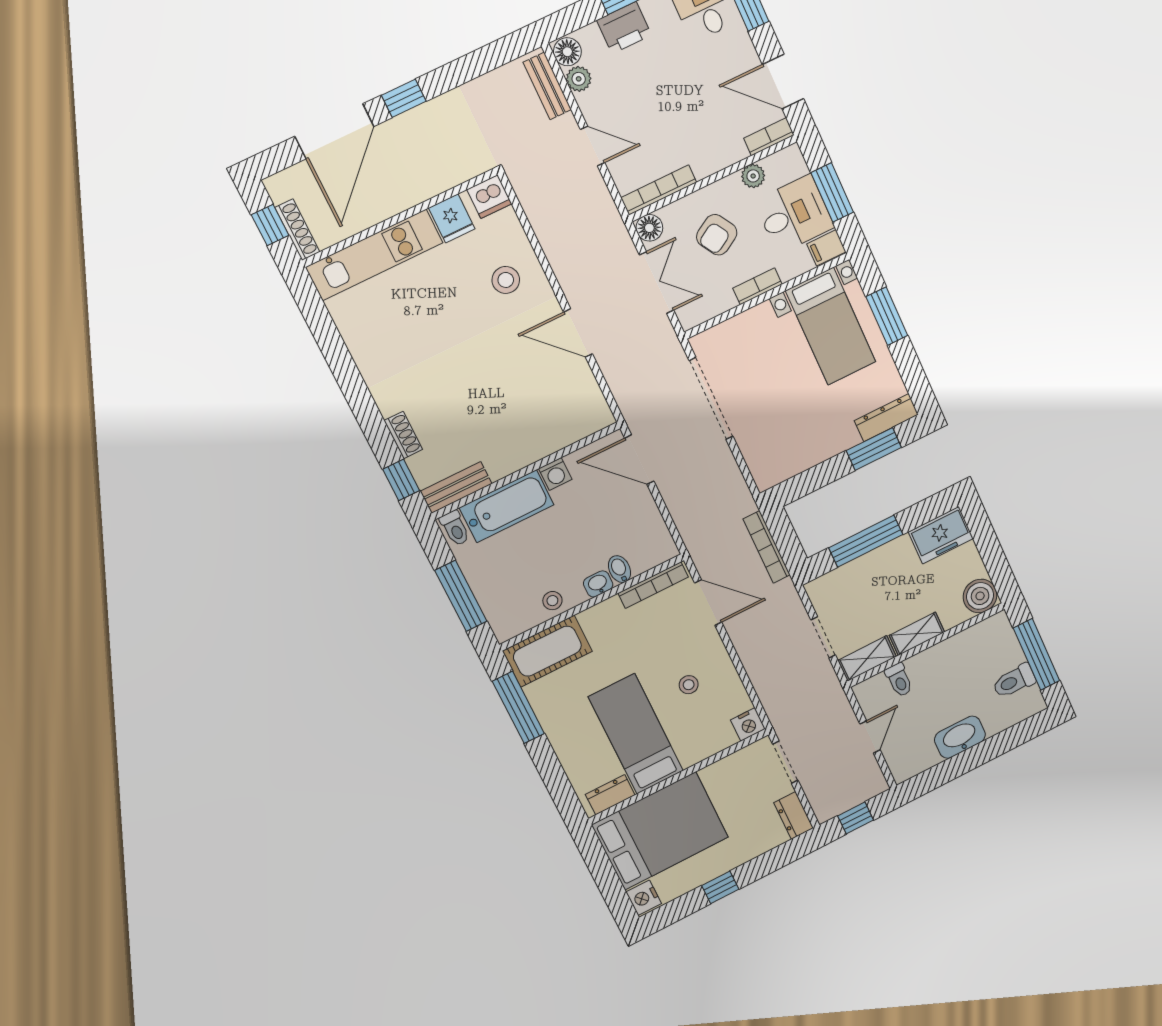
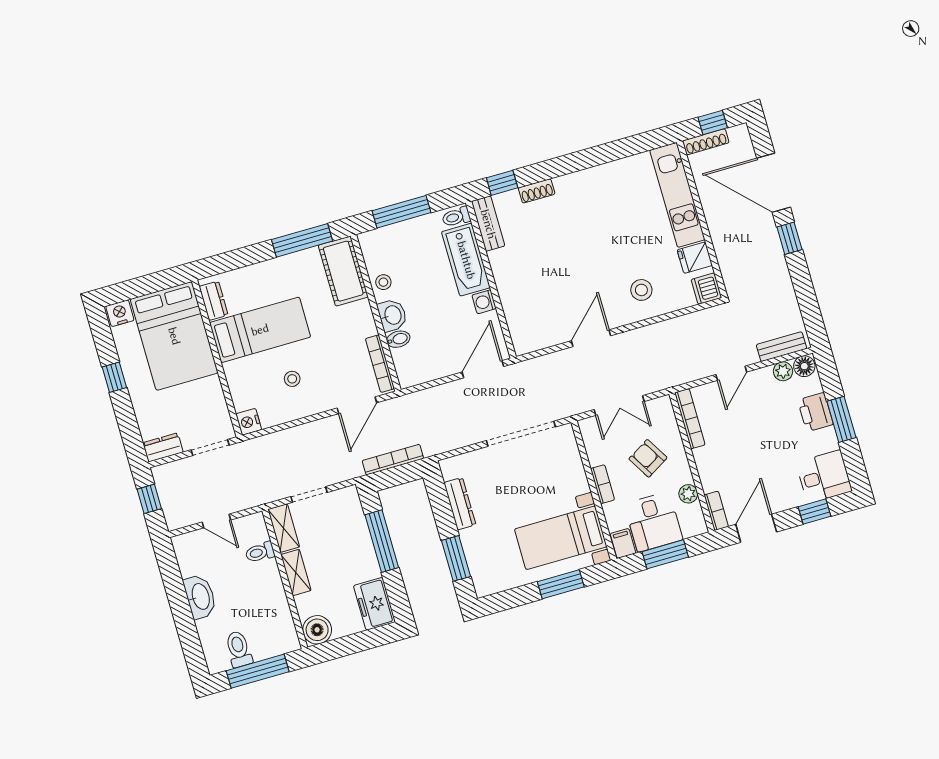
floor lamp: (649, 228) -> (662, 407), removed
dresser: (886, 418) -> (460, 504), moved
washbasin: (598, 584) -> (392, 315), width x1.38, depth x1.45

